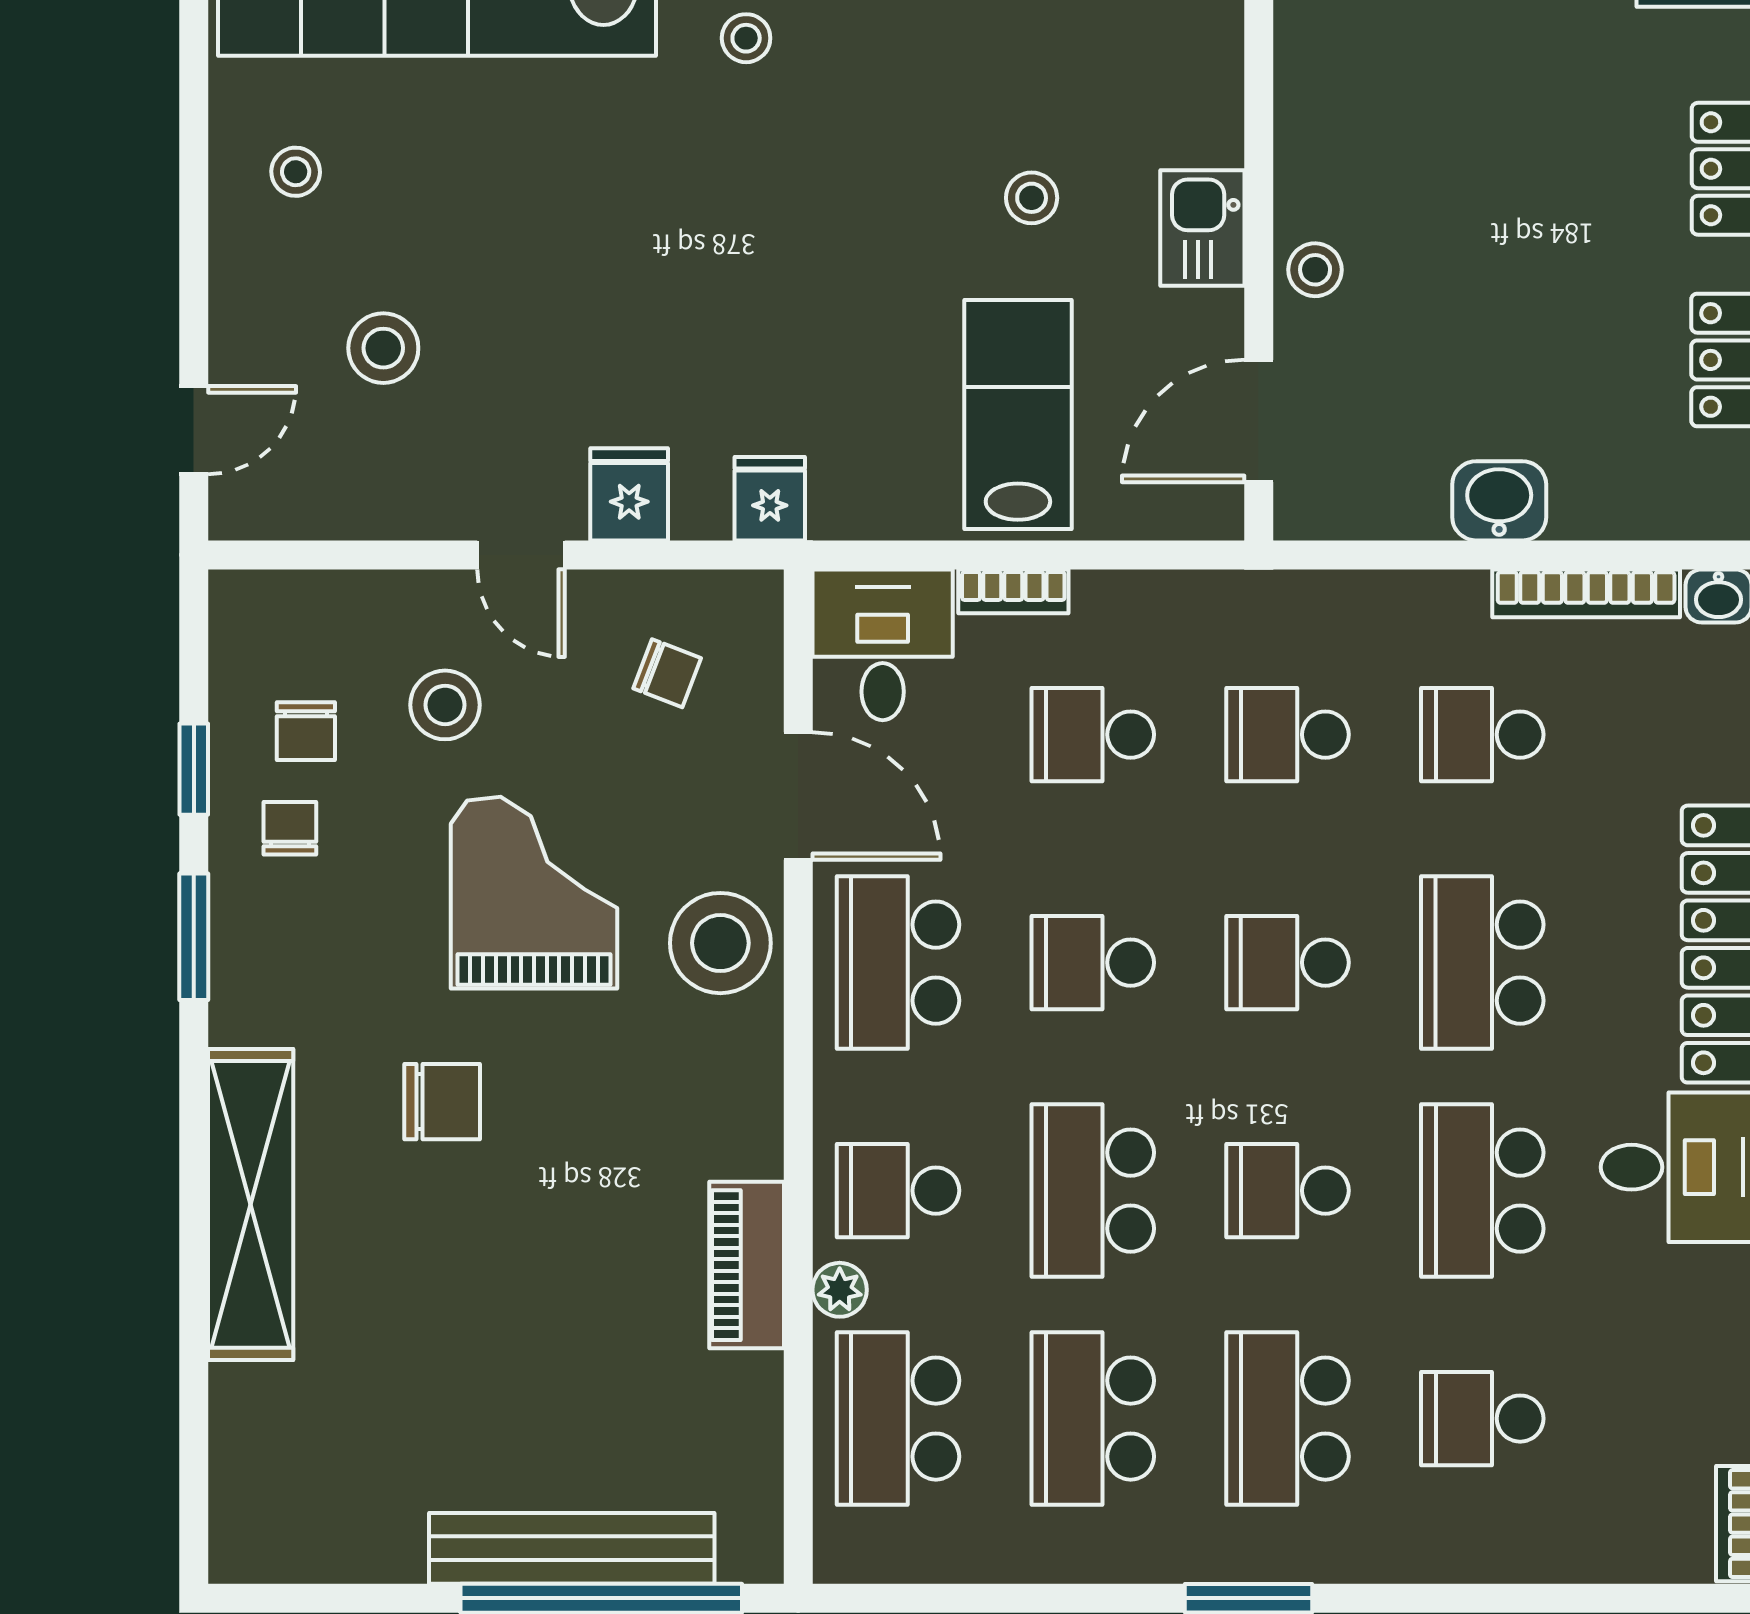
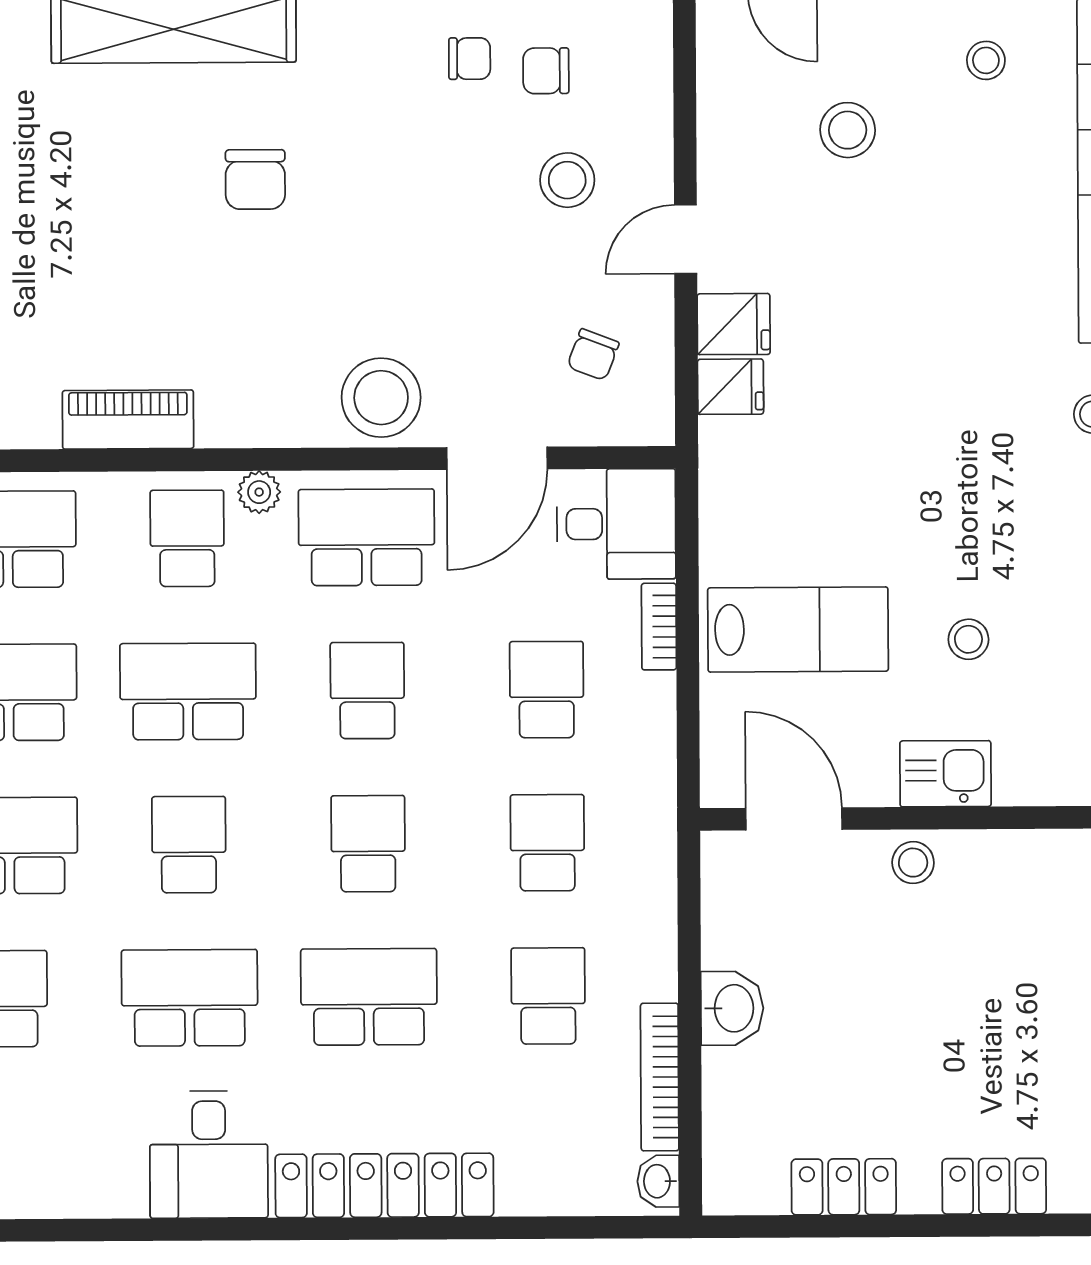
fridge: (770, 499) -> (731, 387), moved
grand piano: (534, 893) -> (420, 251), removed
plant: (840, 1290) -> (259, 492), moved

